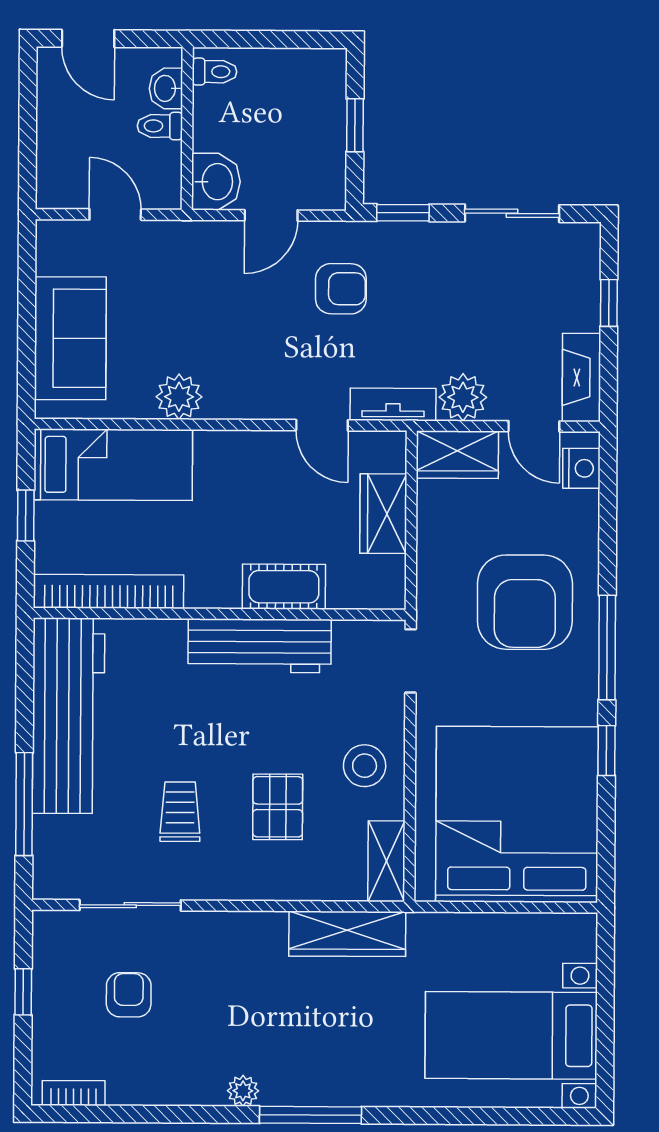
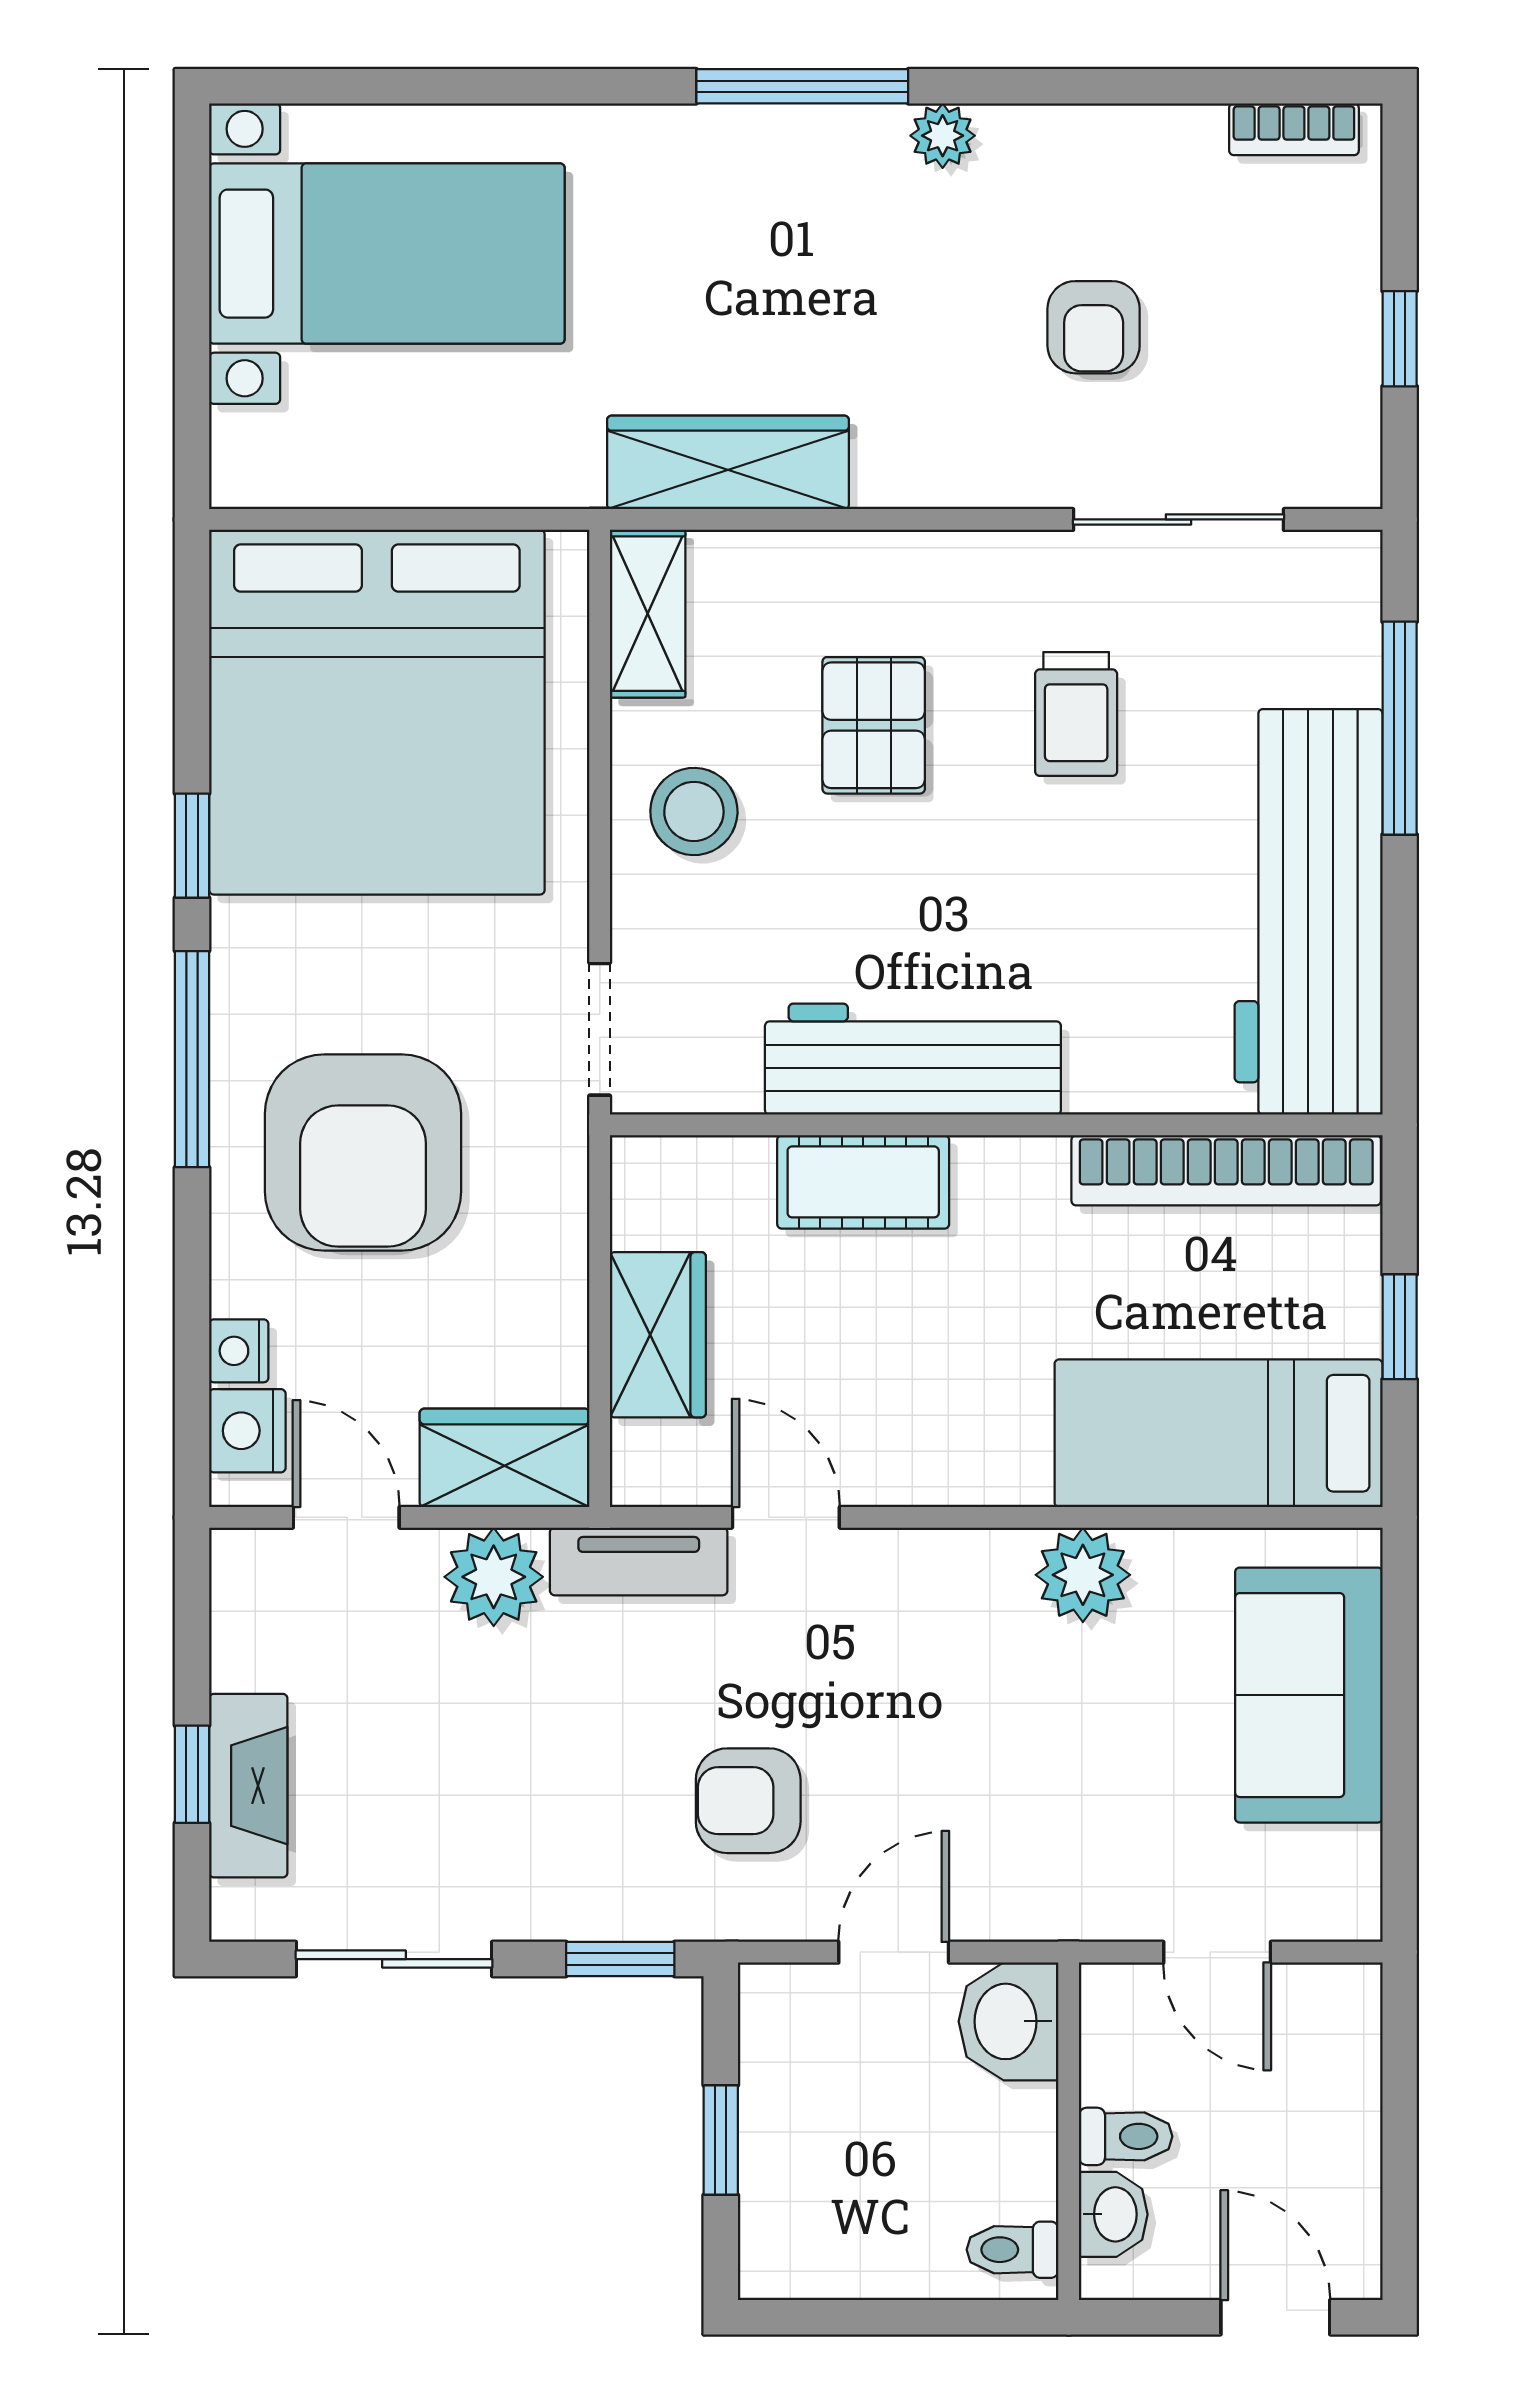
fireplace: (581, 377) -> (248, 1786), moved
nightstand: (585, 507) -> (239, 1351), added
armchair: (525, 602) -> (363, 1153), turned 180
armchair: (129, 995) -> (1094, 327), moved

